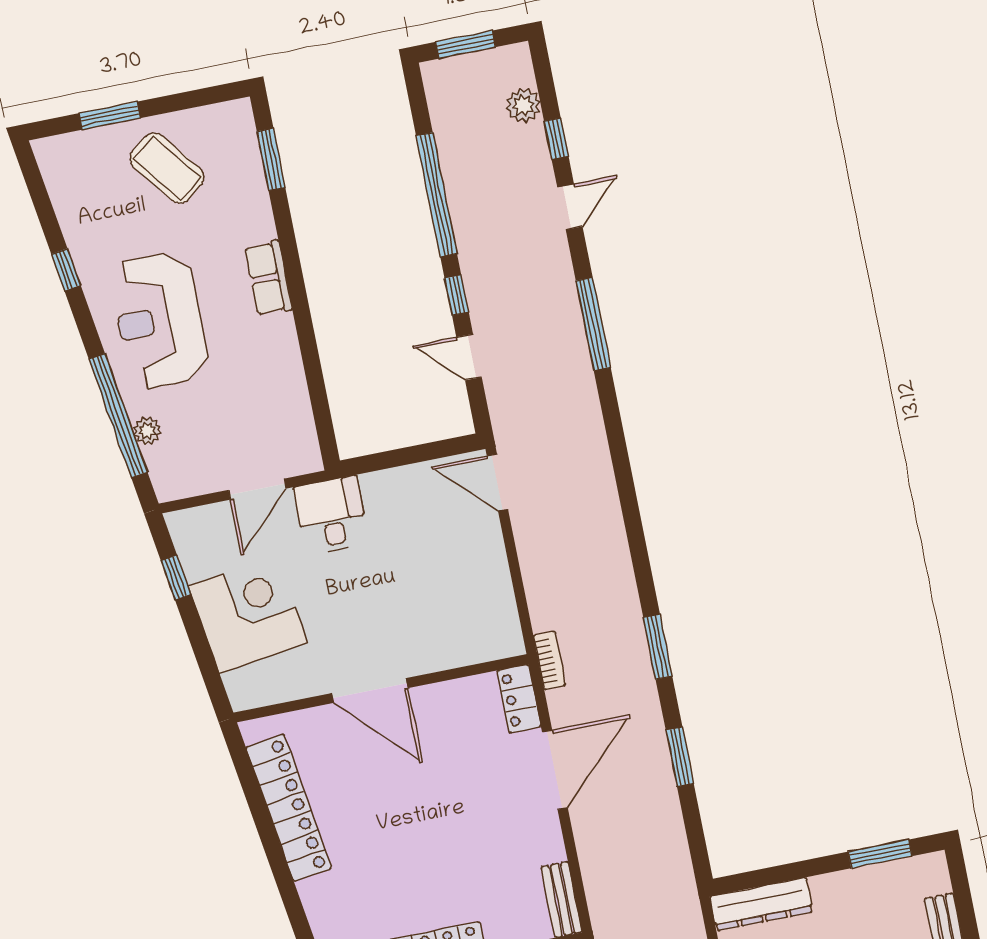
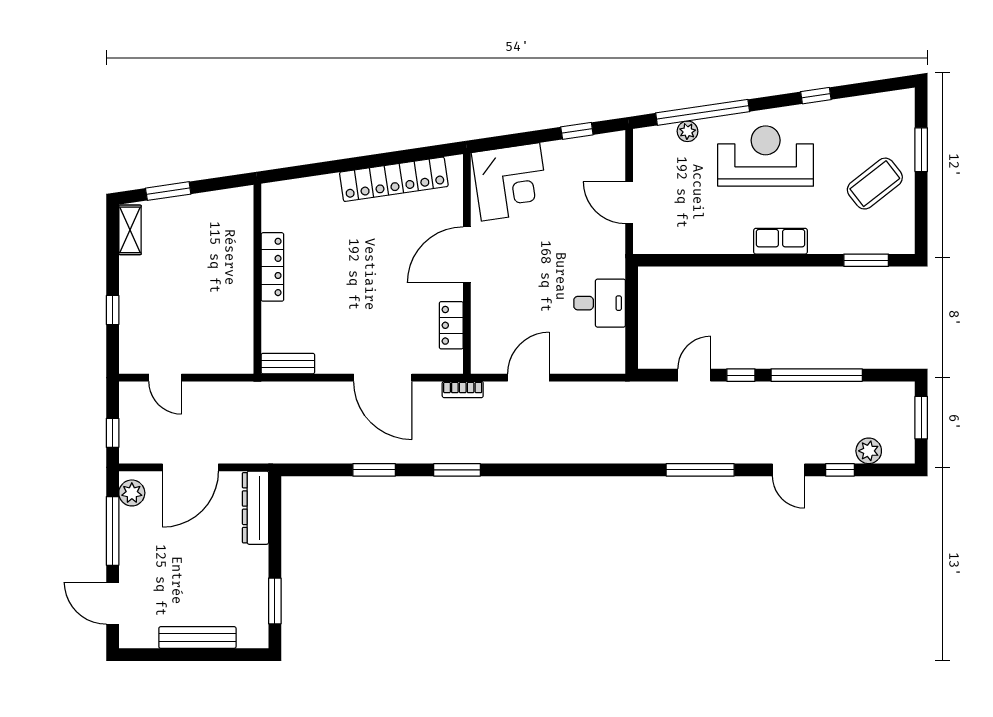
door: (497, 482) -> (528, 378), moved
desk: (331, 515) -> (600, 303), moved
corner desk: (248, 614) -> (510, 182), moved
locker: (519, 699) -> (451, 325), moved, turned -90

